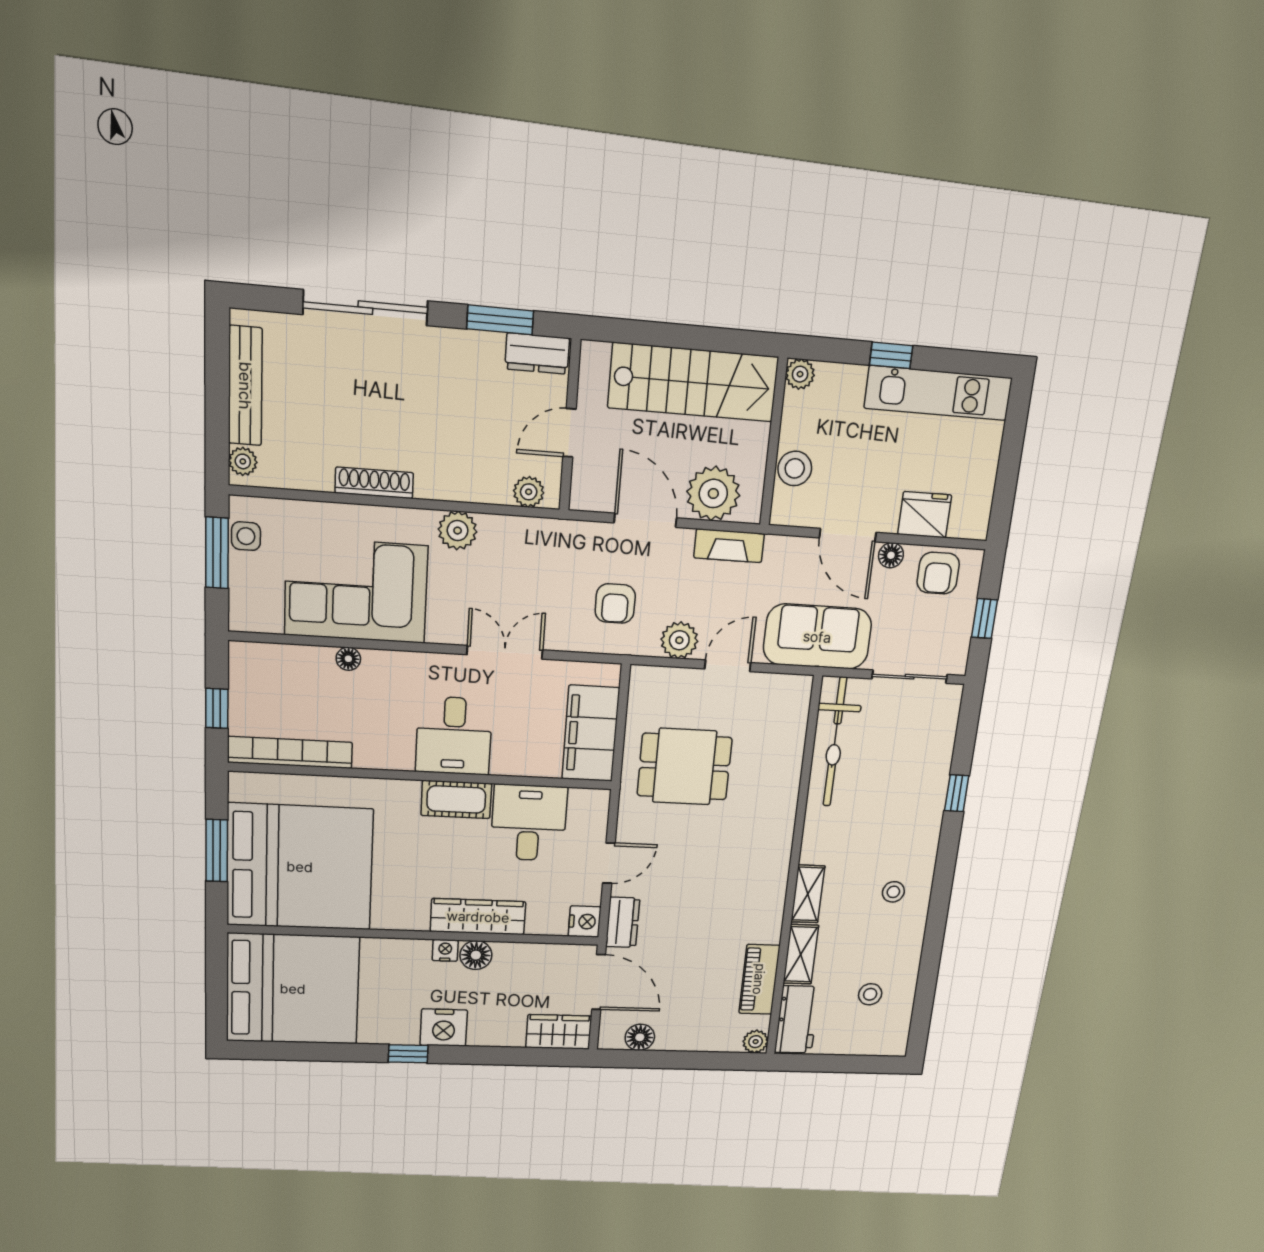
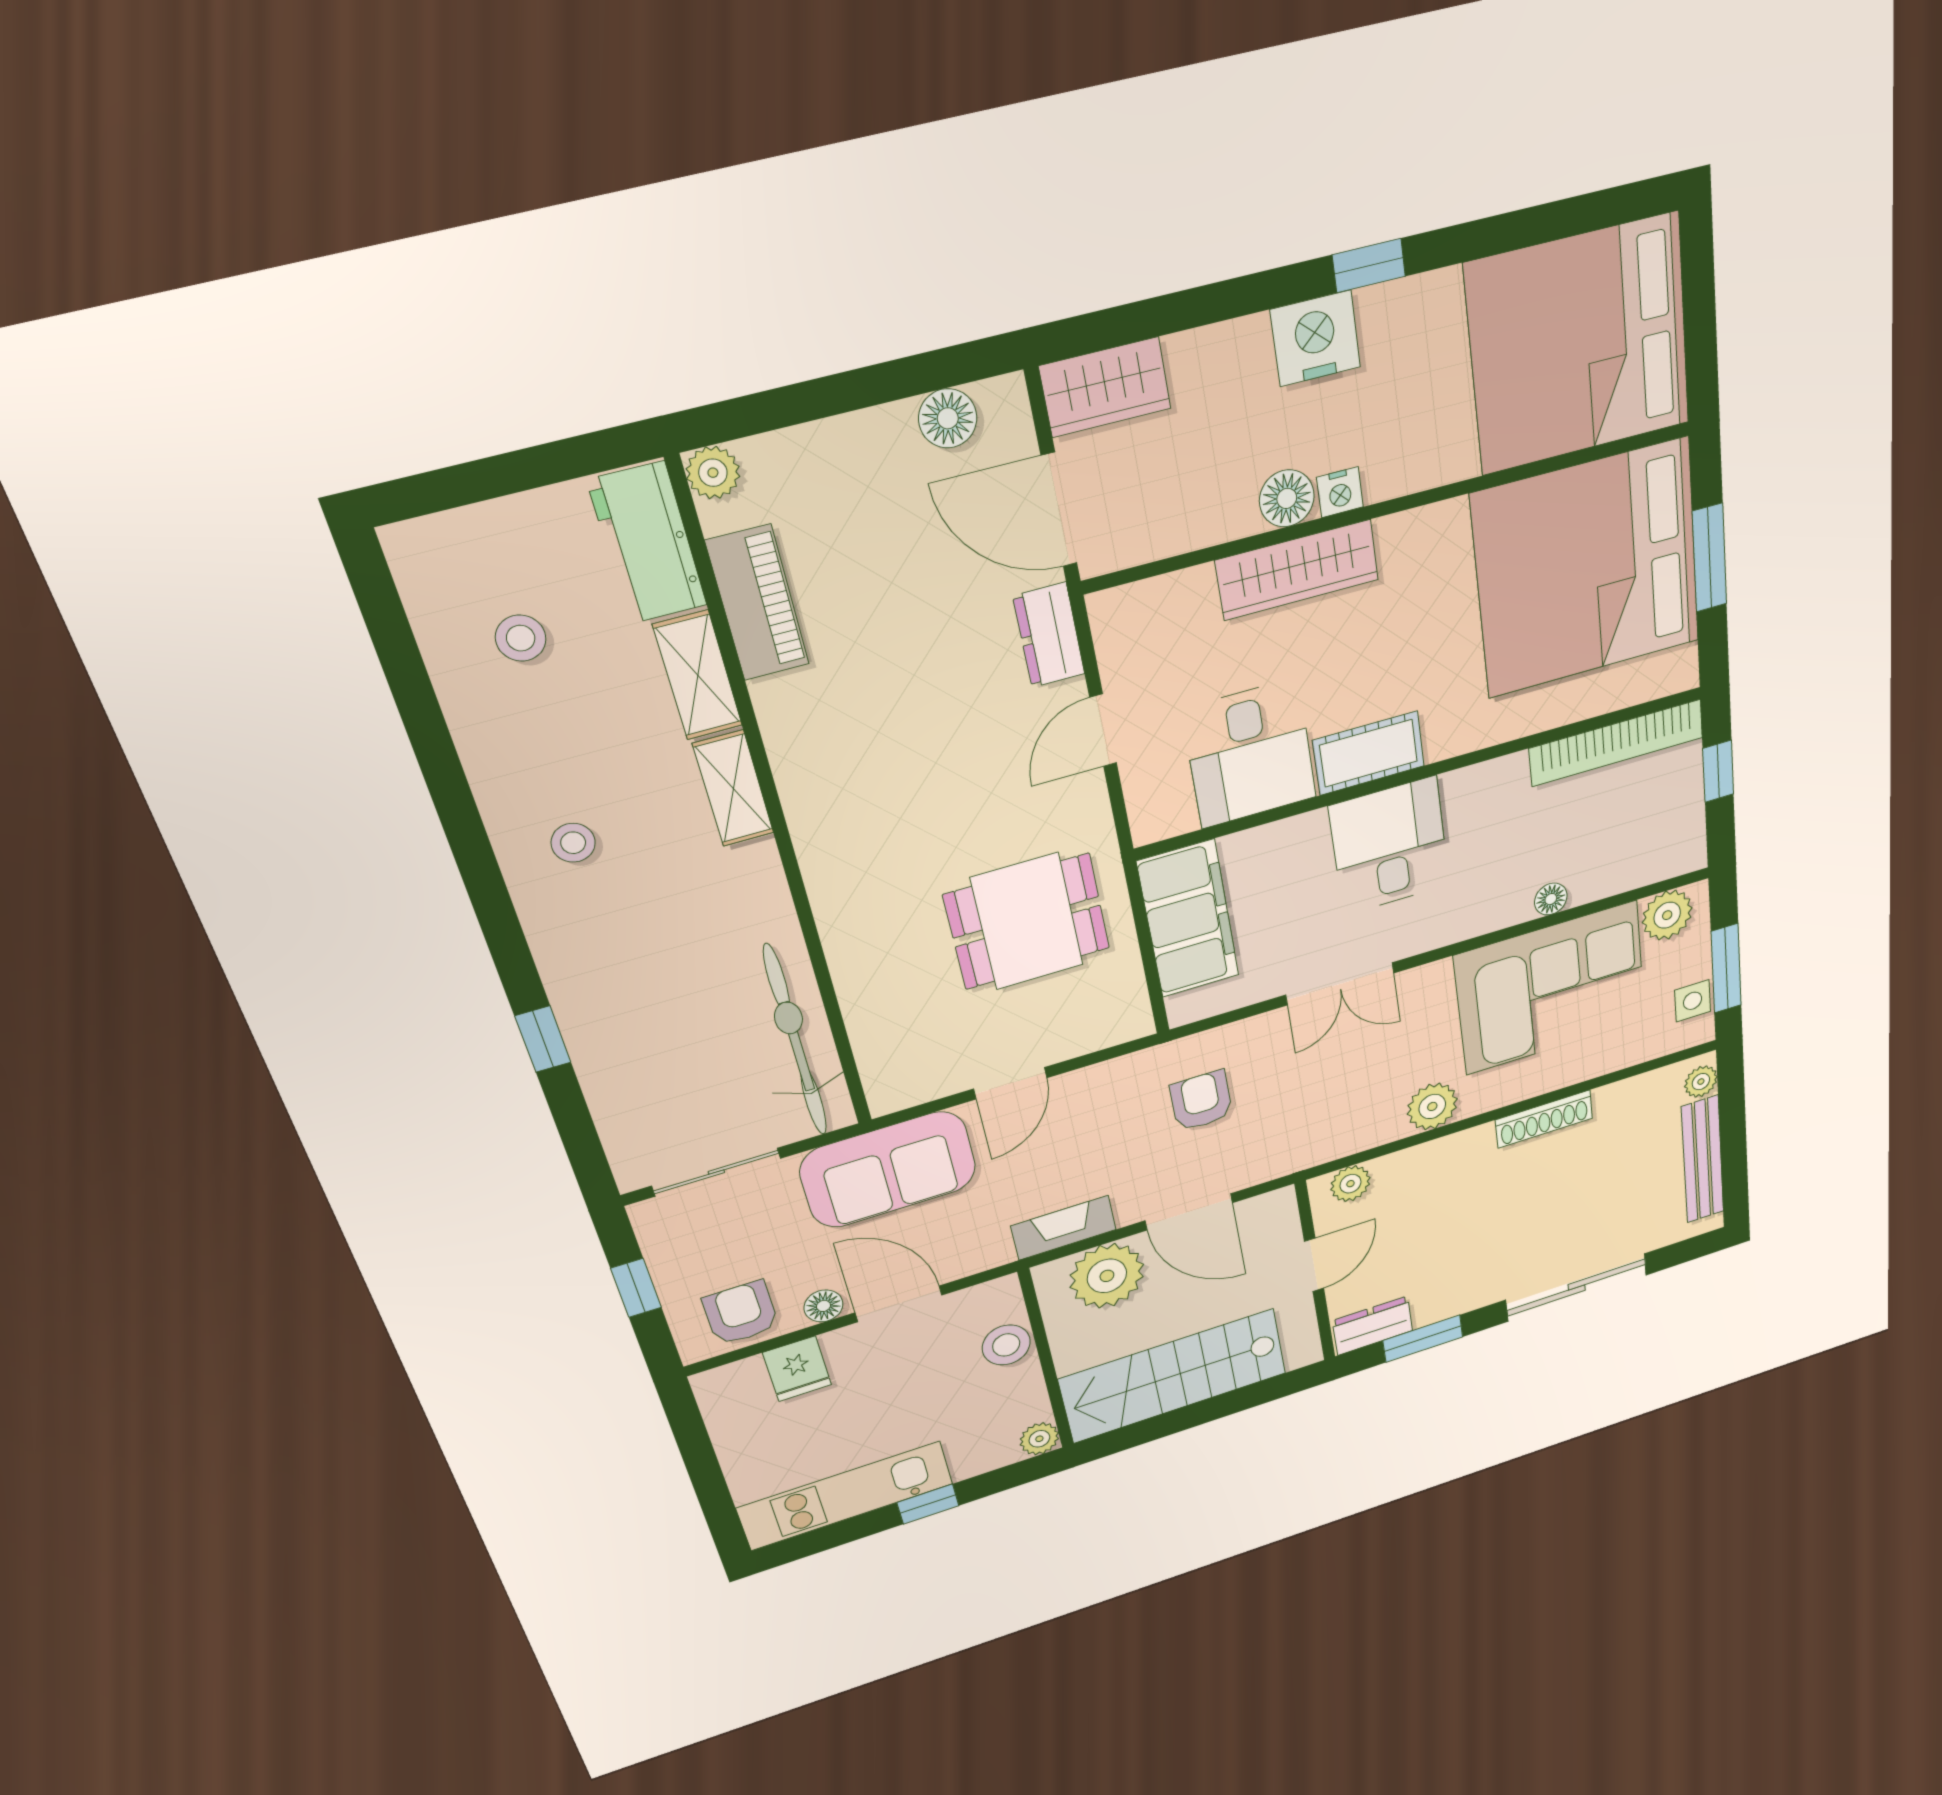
fridge: (925, 515) -> (797, 1369), width x0.72
plant: (679, 640) -> (1667, 915), moved
nightstand: (585, 922) -> (1116, 616), removed

